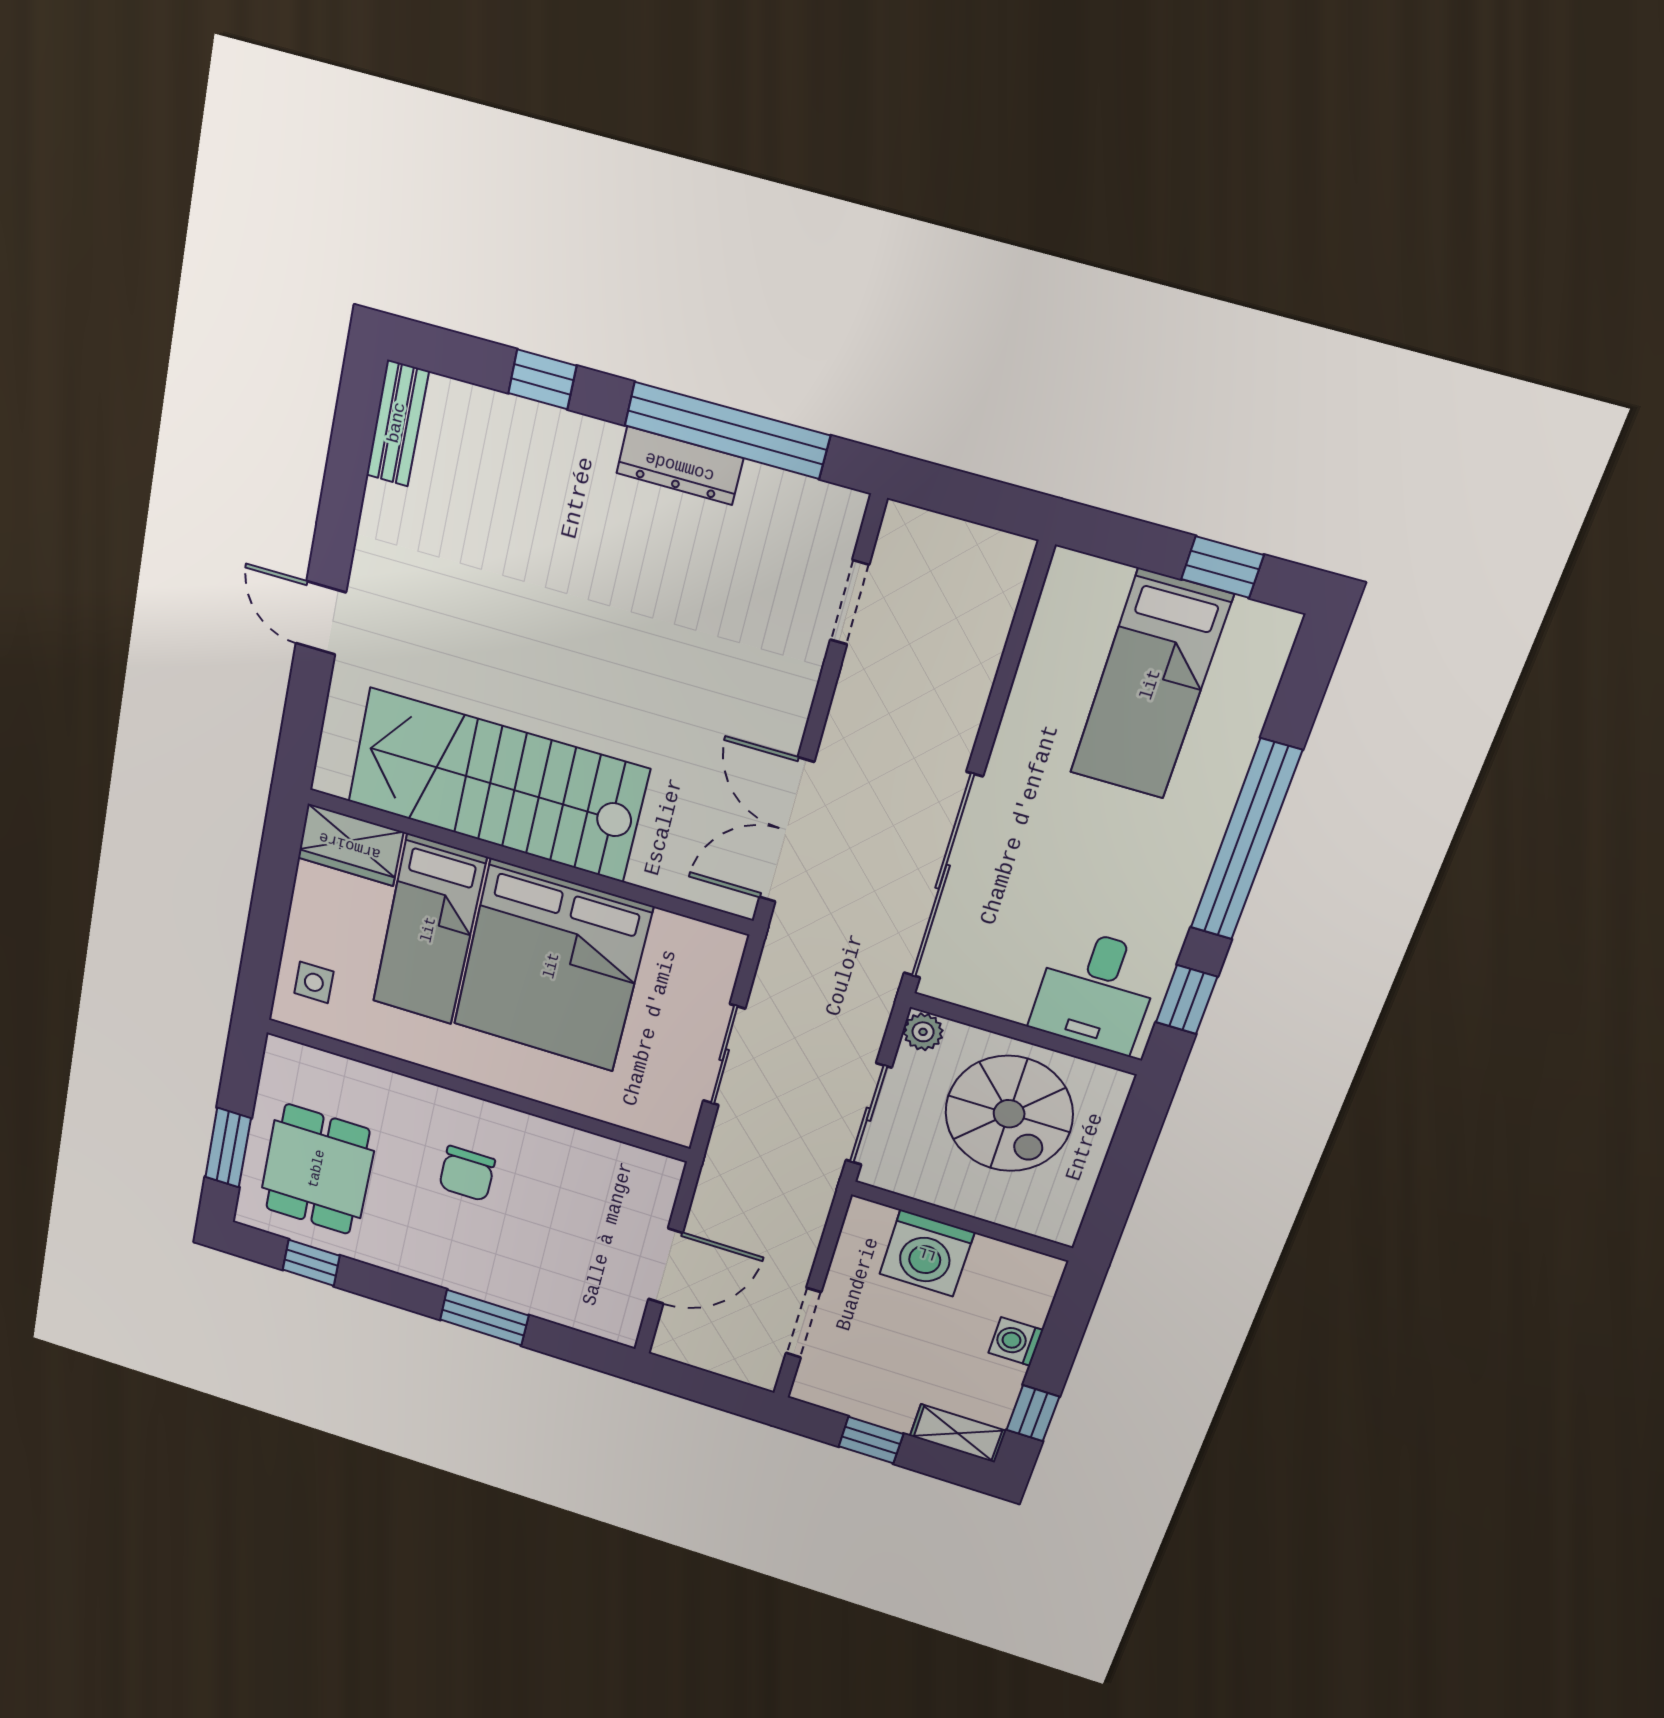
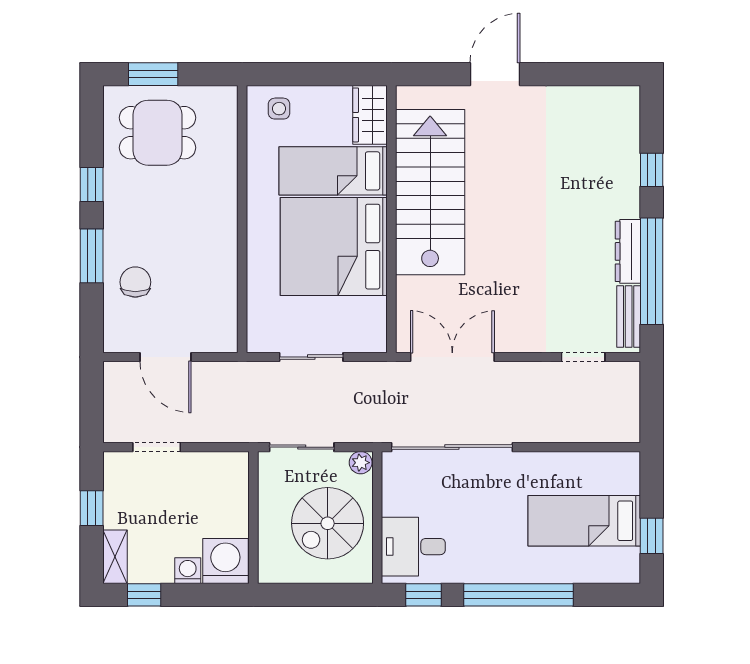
bench: (397, 423) -> (629, 316), moved, turned 90
door: (321, 618) -> (495, 74), width x1.38
chair: (467, 1174) -> (135, 282), moved, turned 90
washing machine: (927, 1253) -> (225, 561), moved, turned 90
window: (311, 1263) -> (92, 184), moved

